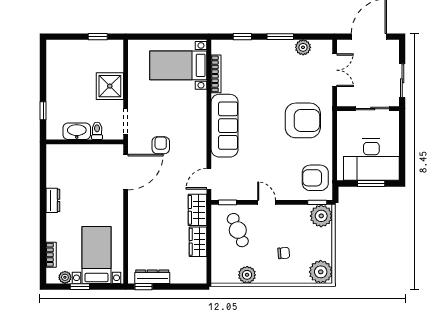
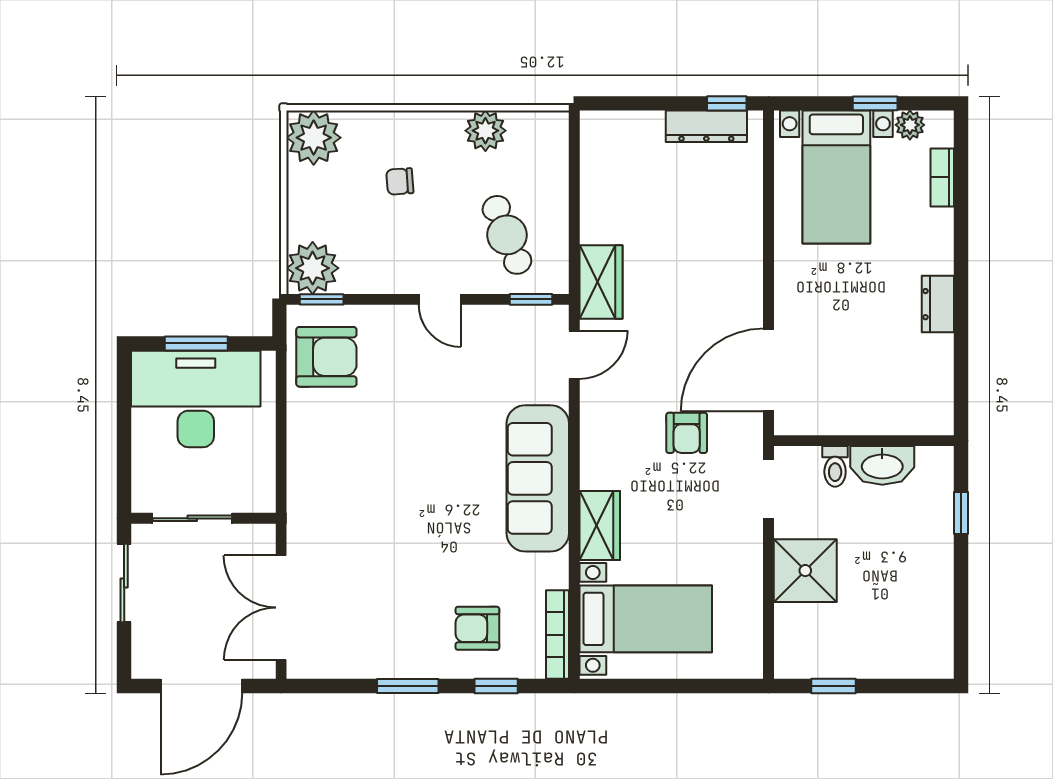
plant: (303, 47) -> (355, 661), removed
double door: (335, 70) -> (281, 608), width x1.37
bookcase: (216, 74) -> (558, 635), moved
armchair: (303, 120) -> (477, 628), moved, width x0.53, depth x0.53
wardrobe: (198, 242) -> (600, 525), moved

